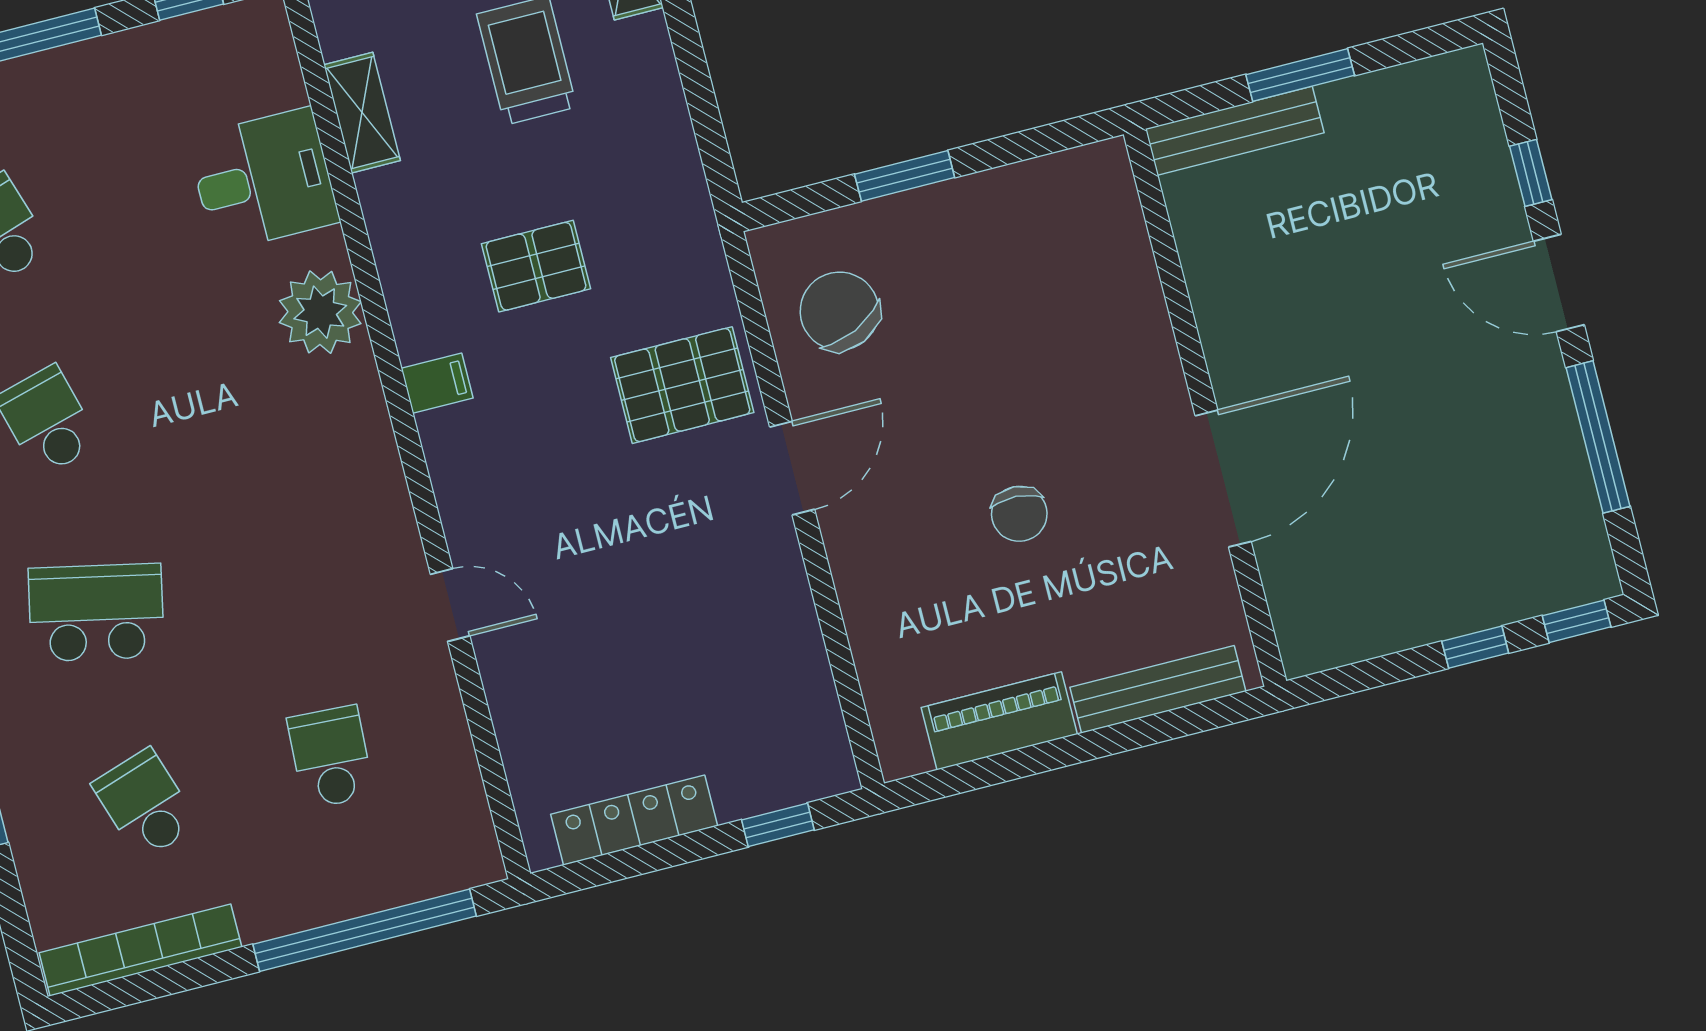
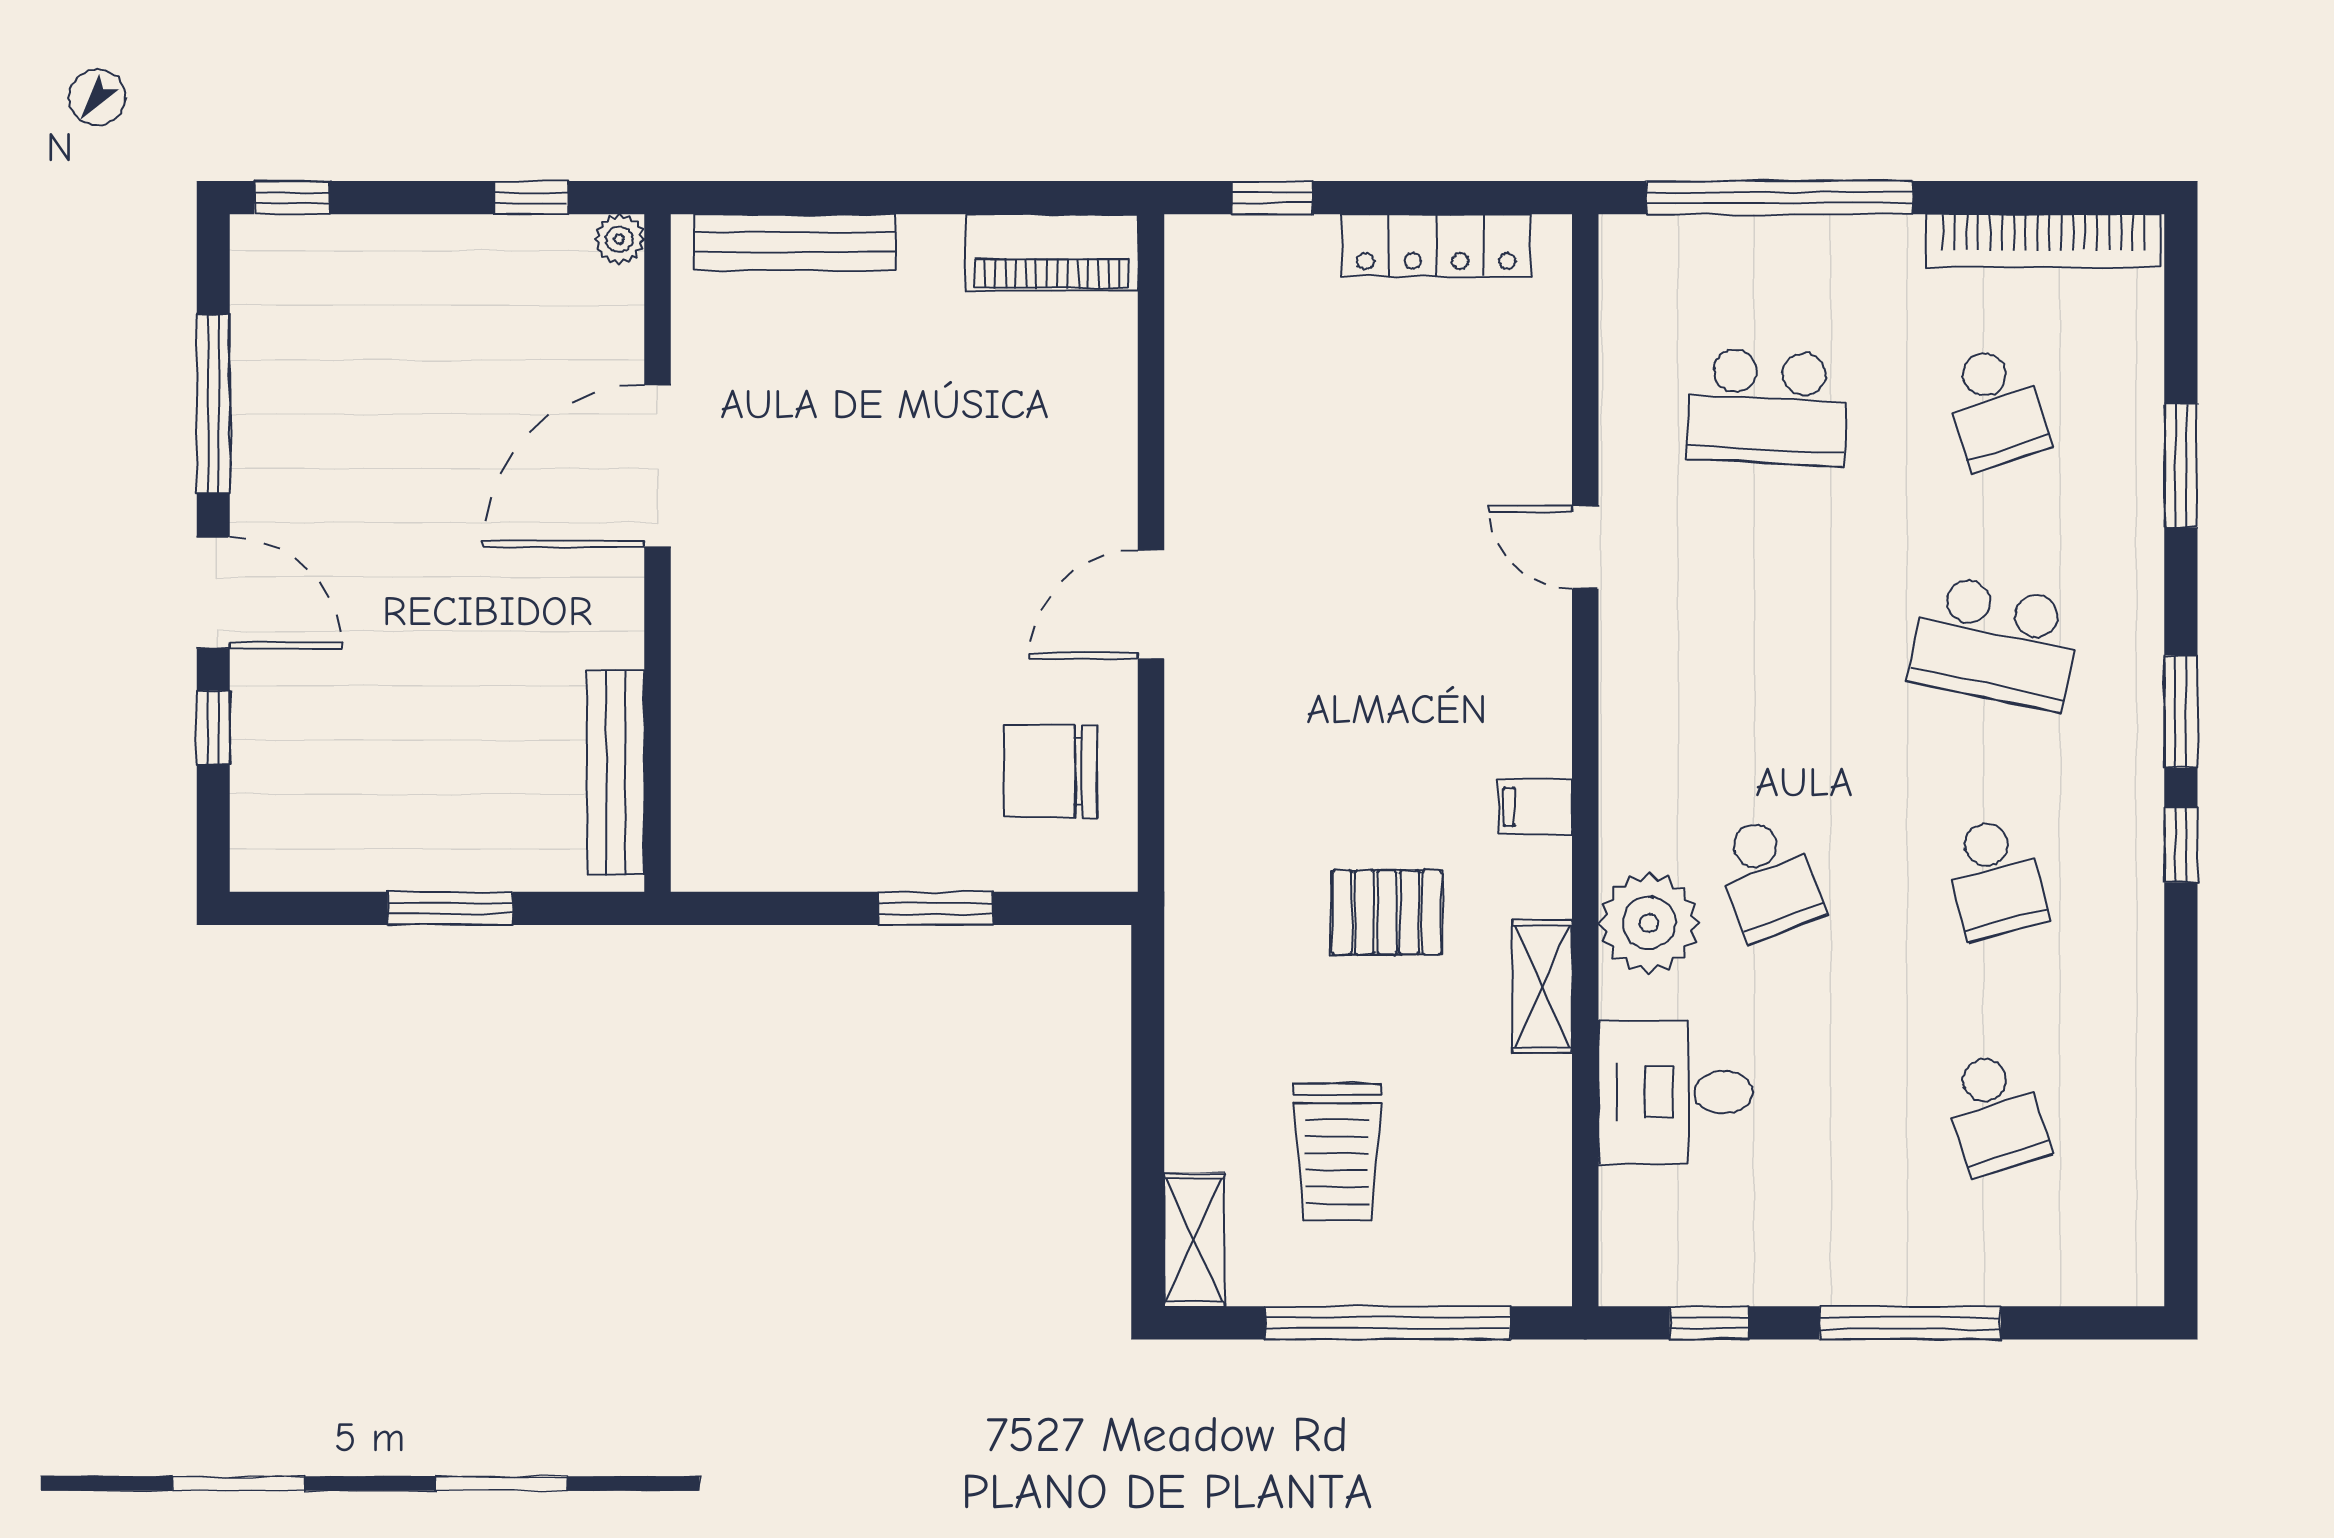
shelving: (362, 113) -> (1542, 986), moved
bench: (1235, 131) -> (616, 772), moved, turned 90
chair: (839, 311) -> (1050, 772), turned 115
school desk: (233, 373) -> (1768, 878), added
pallet: (682, 385) -> (1253, 733), removed
chair: (1019, 514) -> (903, 485), removed
window: (1475, 647) -> (531, 198), moved
plant: (1301, 655) -> (619, 239), added
piano: (999, 721) -> (1052, 253), moved
school desk: (331, 757) -> (1768, 407), width x1.85

